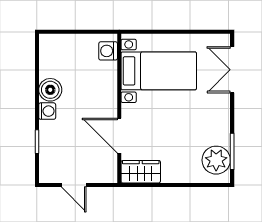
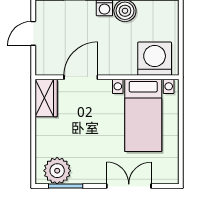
washing machine: (108, 51) -> (155, 59), width x1.89, depth x1.89
double door: (232, 70) -> (129, 186), moved

